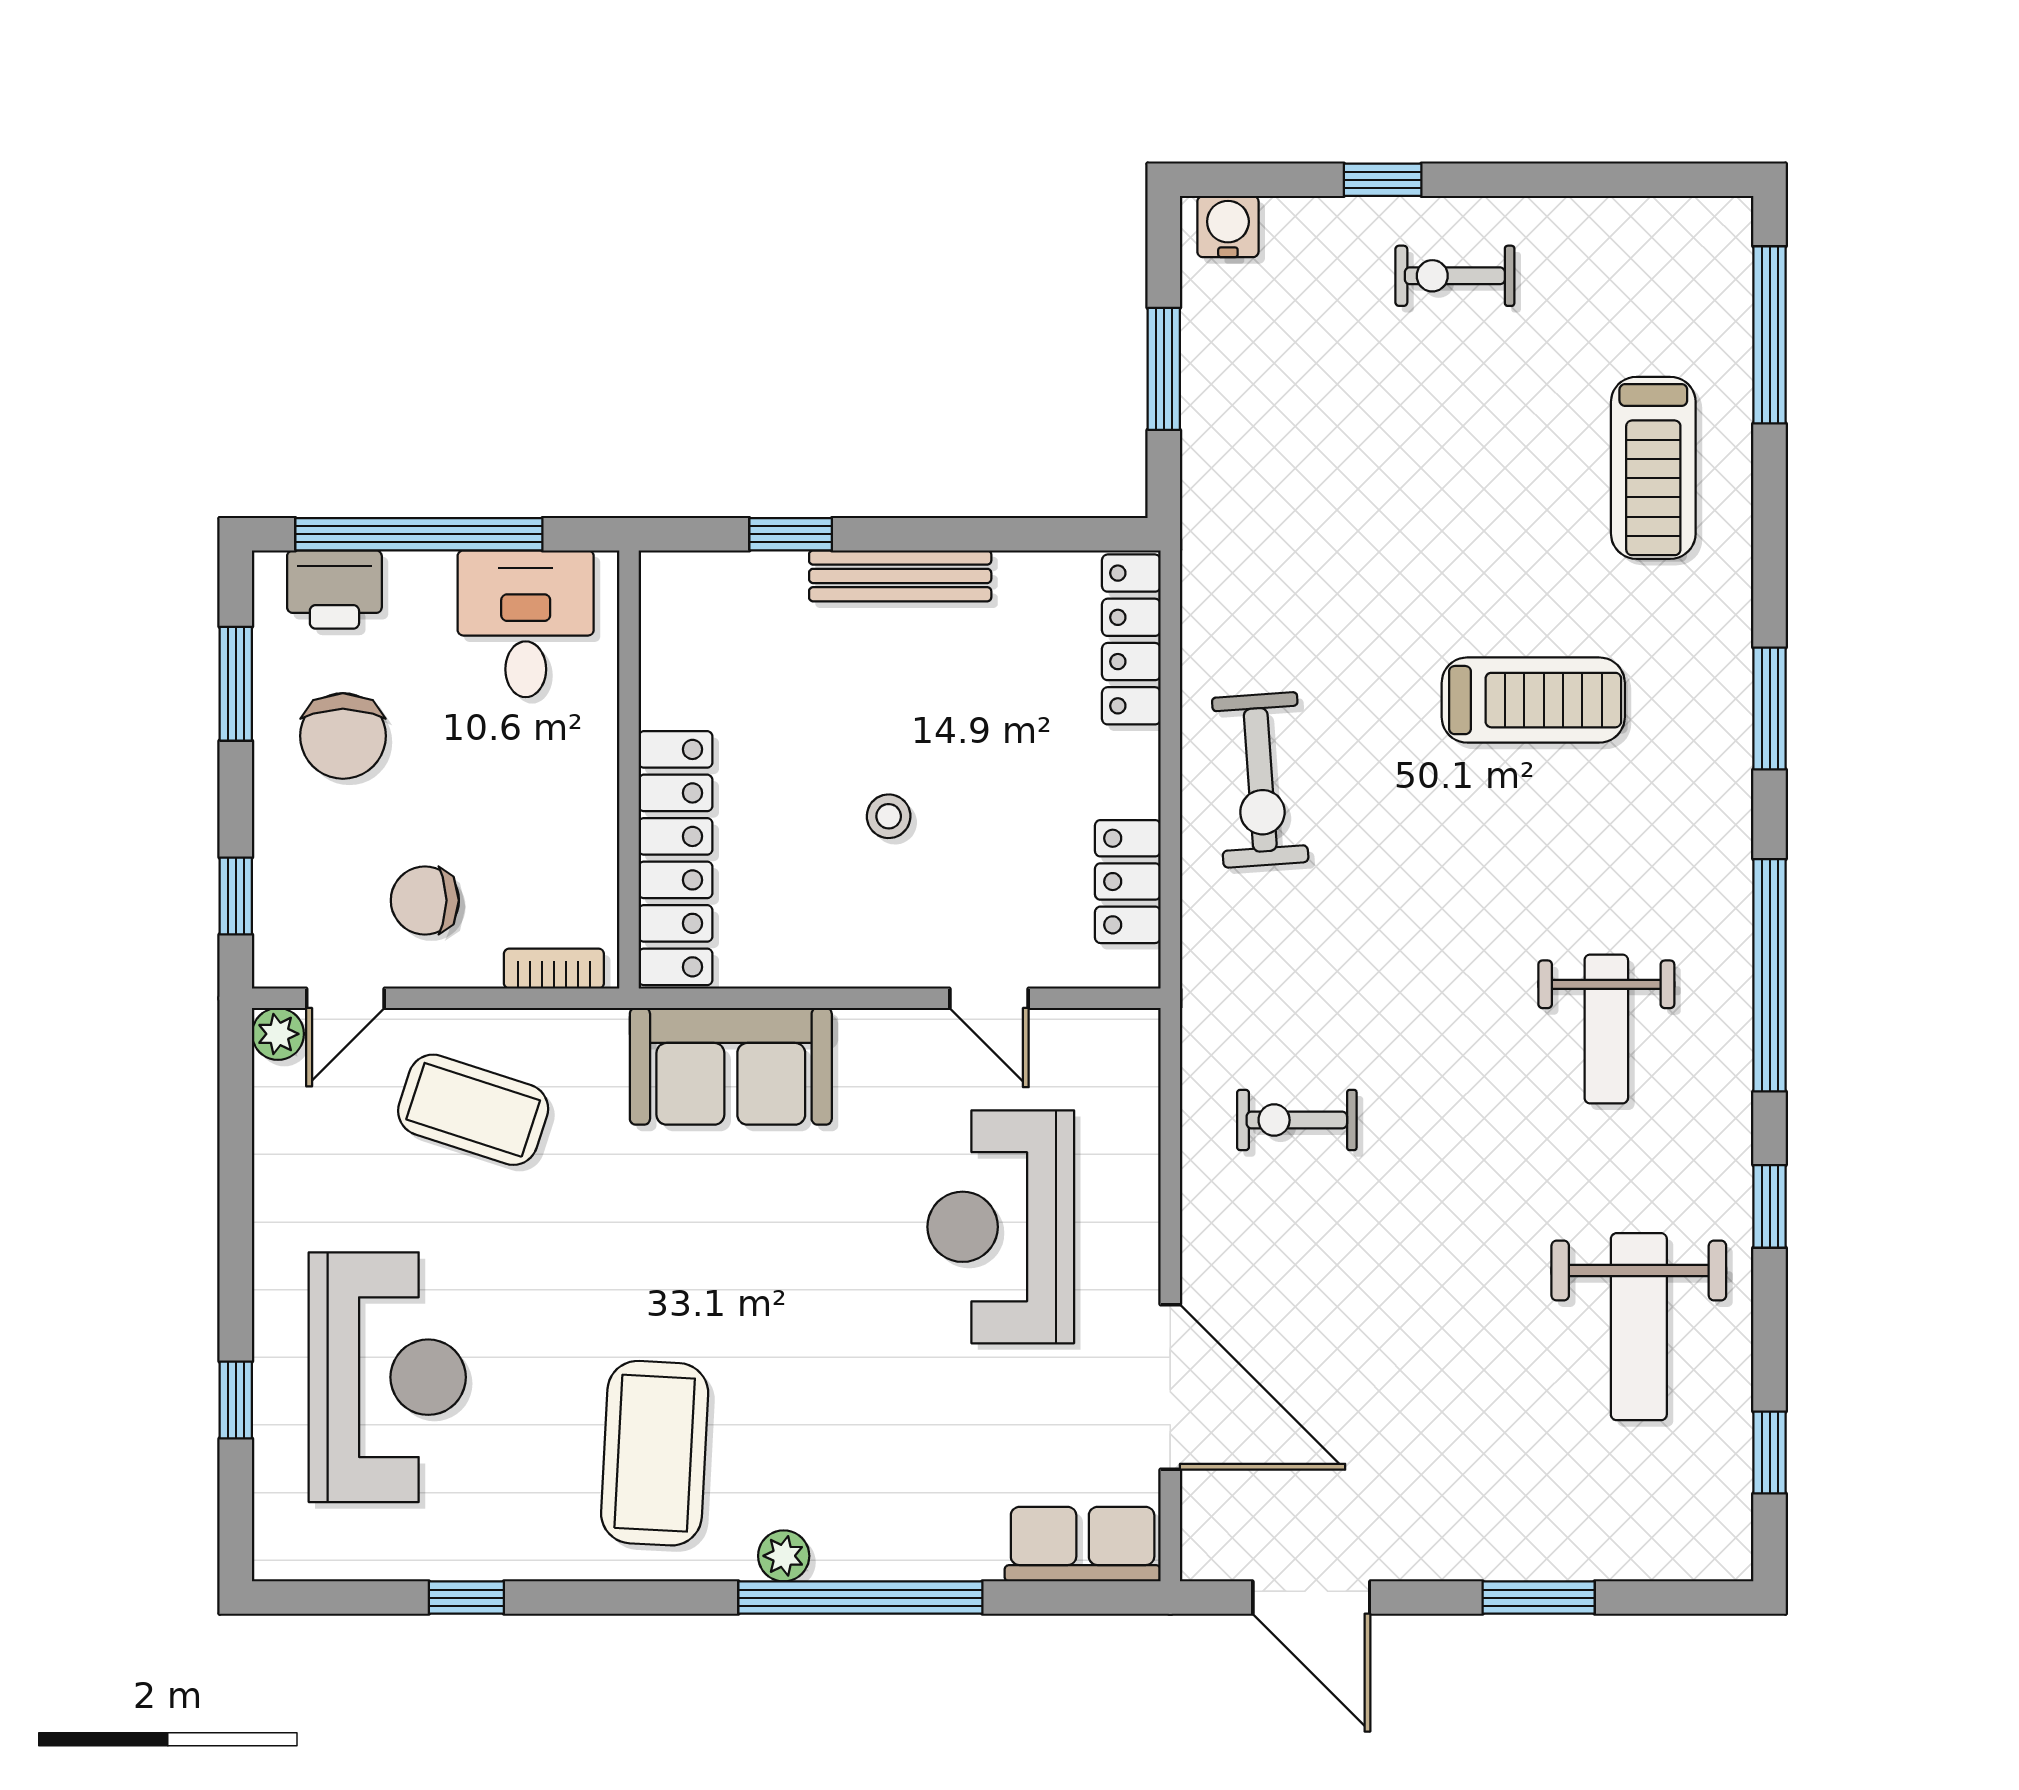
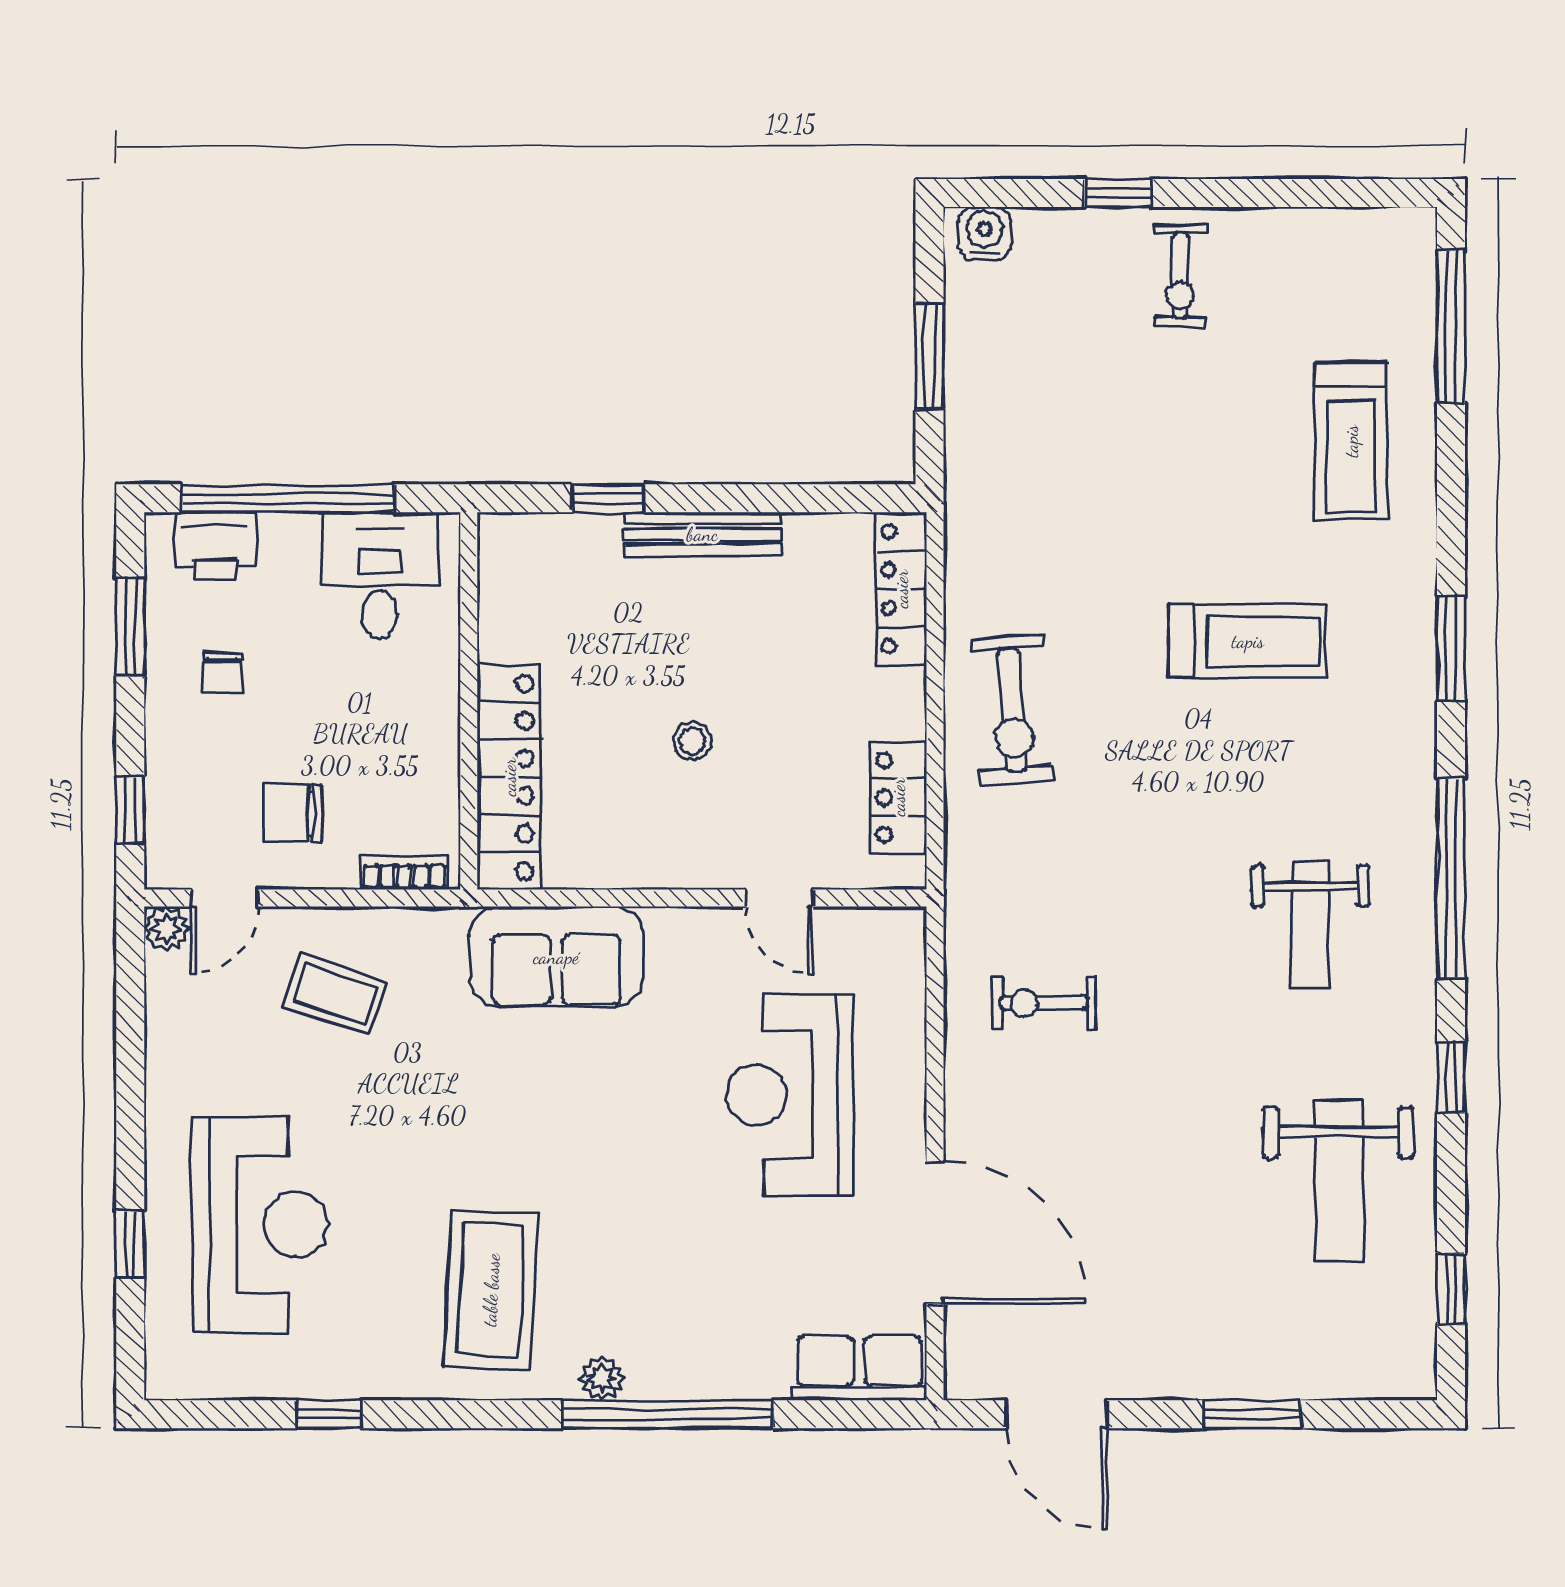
exercise bike: (1455, 276) -> (1180, 276), turned -90
chair: (343, 736) -> (222, 672), width x0.54, depth x0.54
coffee table: (473, 1110) -> (335, 994), width x0.73, depth x0.77

